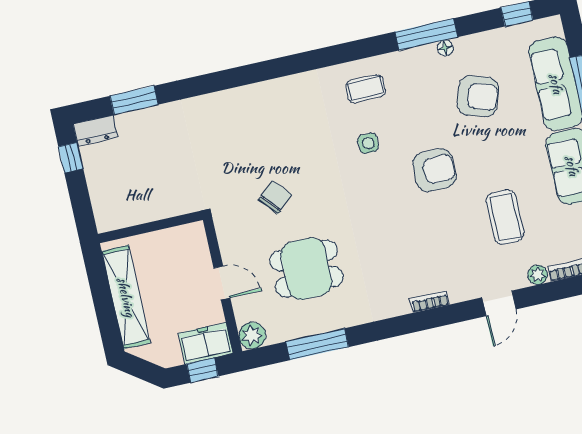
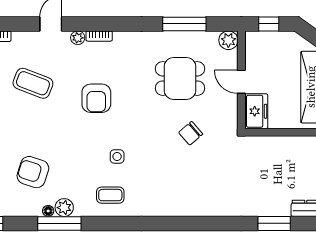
plant: (424, 58) -> (64, 208), added
armchair: (434, 170) -> (96, 98), moved, turned -90
coffee table: (505, 217) -> (33, 83), turned -69
plant: (538, 275) -> (78, 38), moved
freezer: (206, 343) -> (256, 111), moved, turned -90

